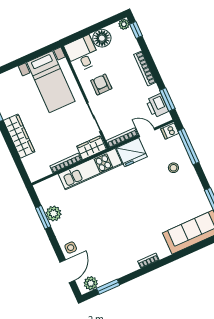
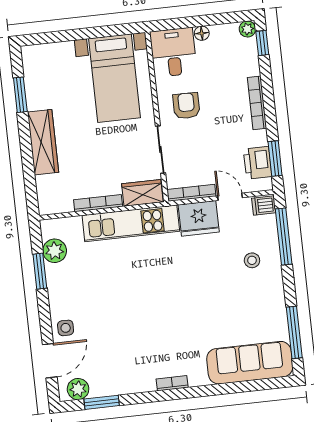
floor lamp: (102, 38) -> (202, 33), width x0.53, depth x0.53
plant: (54, 214) -> (55, 251), moved

